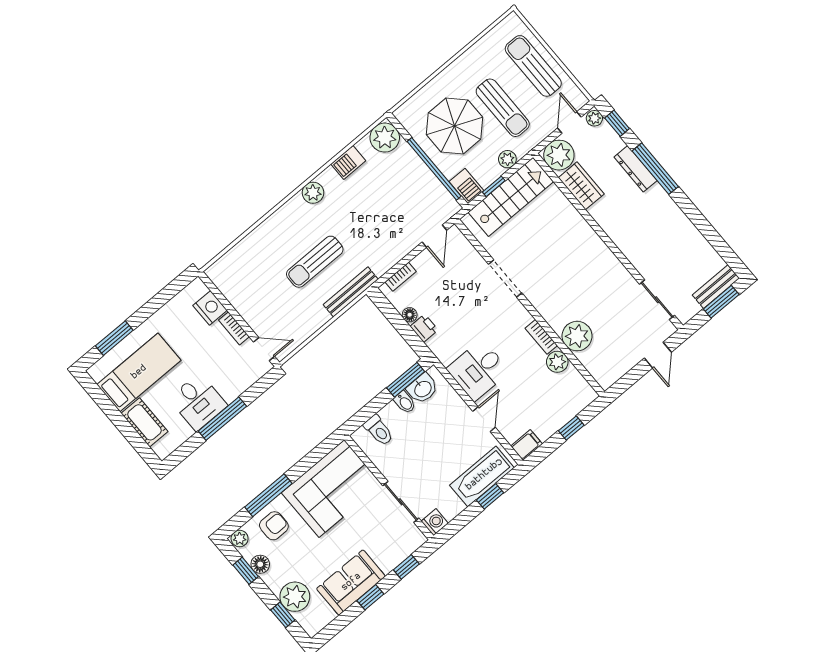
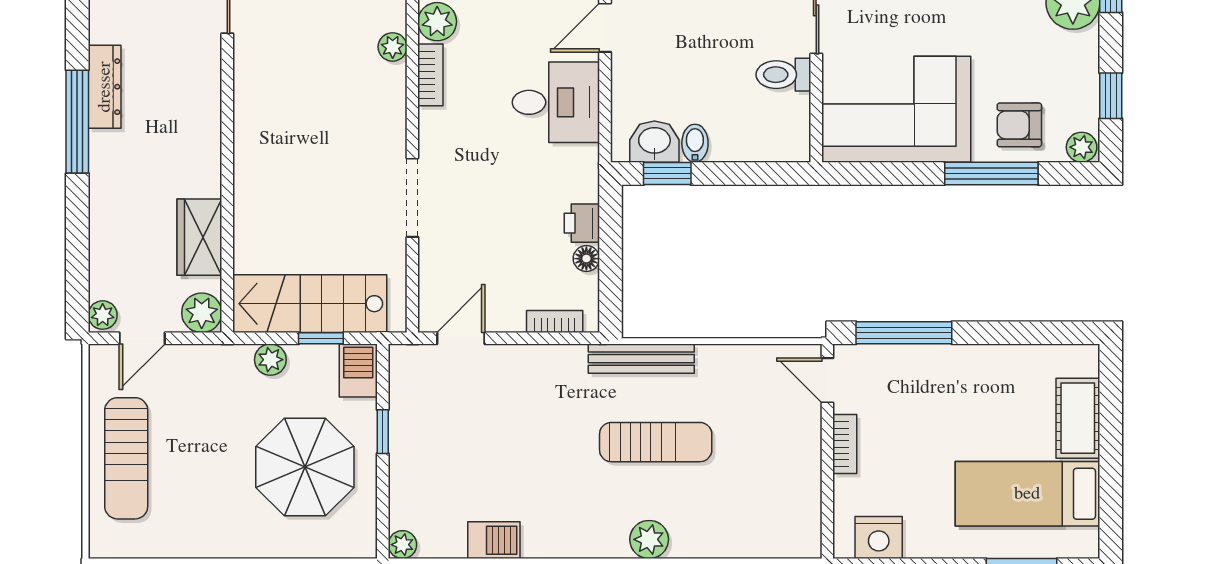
sun lounger: (503, 108) -> (217, 436), removed
window: (617, 123) -> (77, 282), removed
plant: (385, 138) -> (402, 545), width x0.53, depth x0.53
plant: (559, 155) -> (202, 313), width x0.73, depth x0.73
window: (434, 169) -> (383, 432), width x0.32
dresser: (636, 169) -> (105, 87), moved
window: (655, 169) -> (77, 122), moved
plant: (313, 193) -> (649, 539), moved
nightstand: (210, 308) -> (879, 538), moved, turned -90
plant: (577, 336) -> (393, 47), width x0.53, depth x0.53
window: (406, 380) -> (667, 173), width x0.67
desk: (198, 402) -> (980, 384), removed
window: (222, 419) -> (904, 333), moved
toilet: (379, 430) -> (783, 75), moved, turned -90
floor lamp: (260, 564) -> (1083, 88), removed

